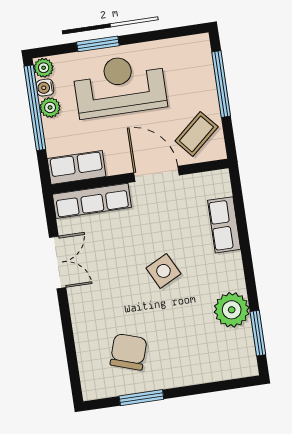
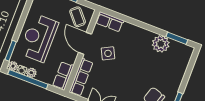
window: (98, 44) -> (11, 51), moved
door: (157, 174) -> (85, 43), hinge flipped
row of seats: (224, 225) -> (110, 22), moved
side table: (163, 271) -> (108, 53), moved

